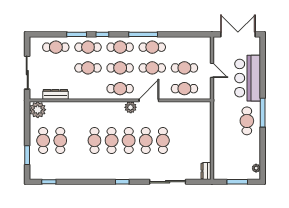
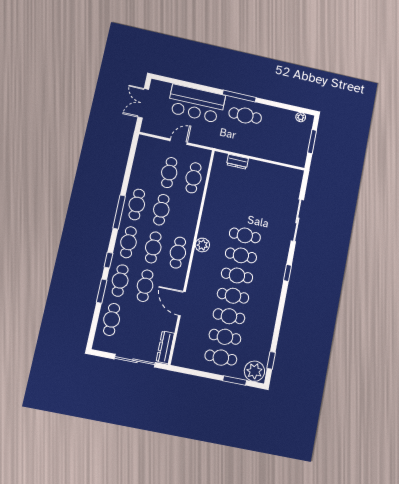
double door: (238, 34) -> (143, 103), width x0.73
dresser: (55, 94) -> (165, 347), moved
door: (149, 100) -> (182, 303), moved
plant: (38, 110) -> (254, 371), moved
cafe table: (163, 140) -> (229, 316), moved
dresser: (206, 171) -> (237, 162), moved

